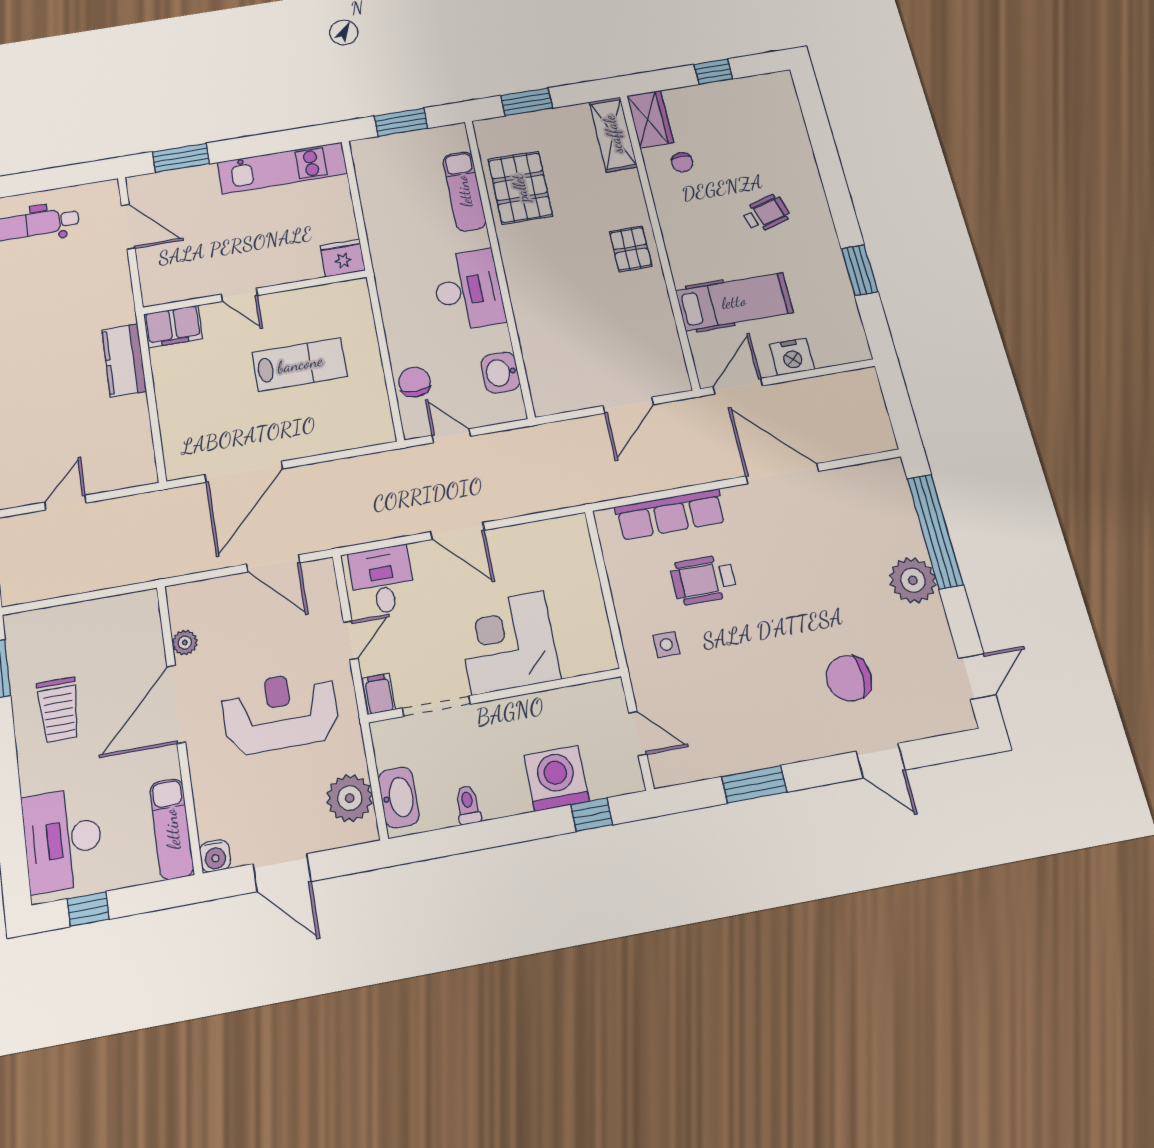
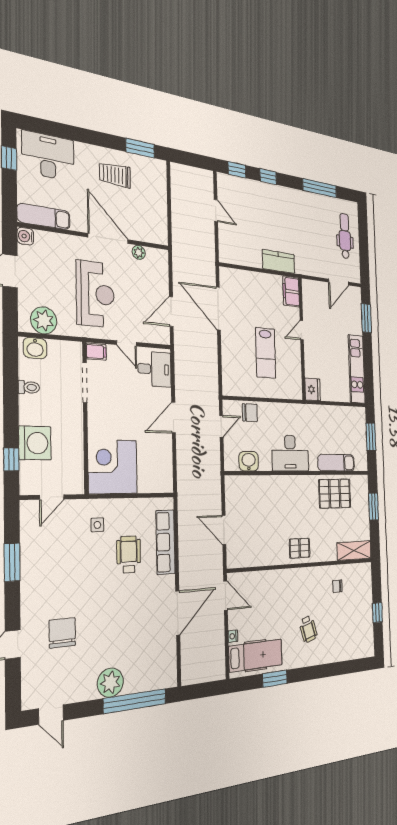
wardrobe: (650, 119) -> (359, 573), removed
hospital bed: (734, 302) -> (256, 656), moved, turned -90
nightstand: (792, 357) -> (233, 636), width x0.53, depth x0.56
corner desk: (508, 643) -> (113, 467), moved, turned -90
washbasin: (399, 797) -> (35, 348), width x0.72

